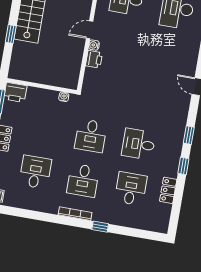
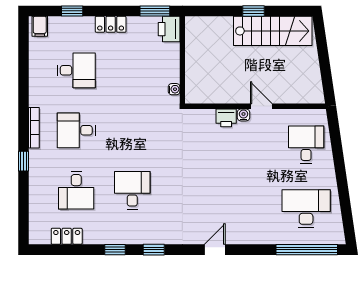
window: (11, 34) -> (253, 11), moved
desk: (91, 136) -> (132, 130), removed
desk: (131, 189) -> (76, 190), turned 90
locker: (168, 190) -> (67, 236), moved

